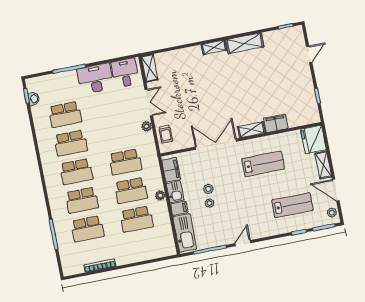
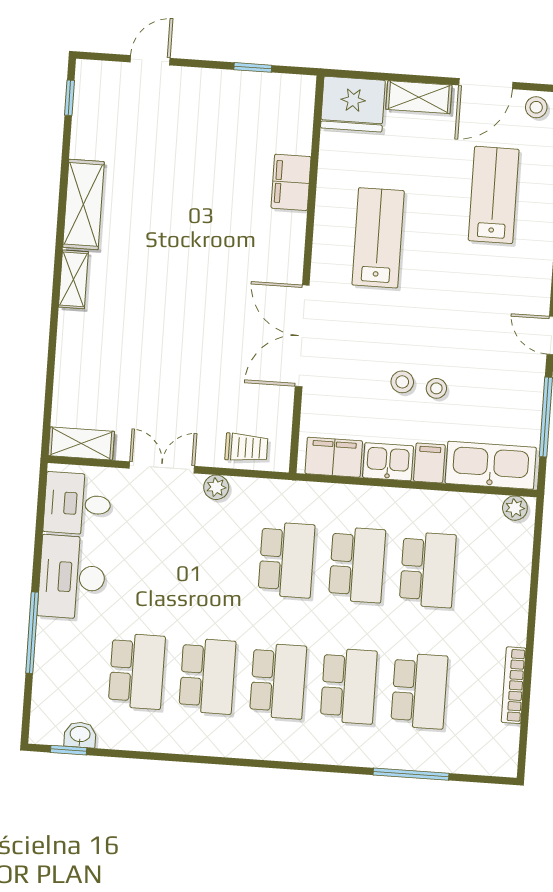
door: (309, 54) -> (150, 60), hinge flipped
shelving: (251, 130) -> (291, 244), removed
plant: (160, 195) -> (515, 508), moved

